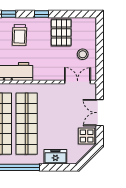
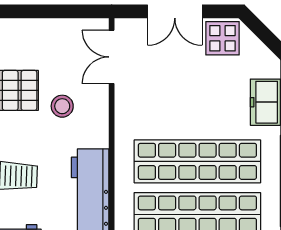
stool: (83, 54) -> (62, 106), moved

